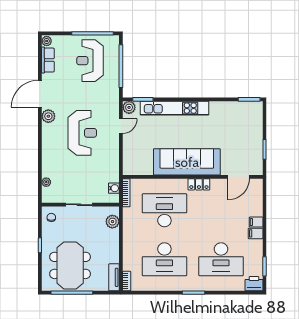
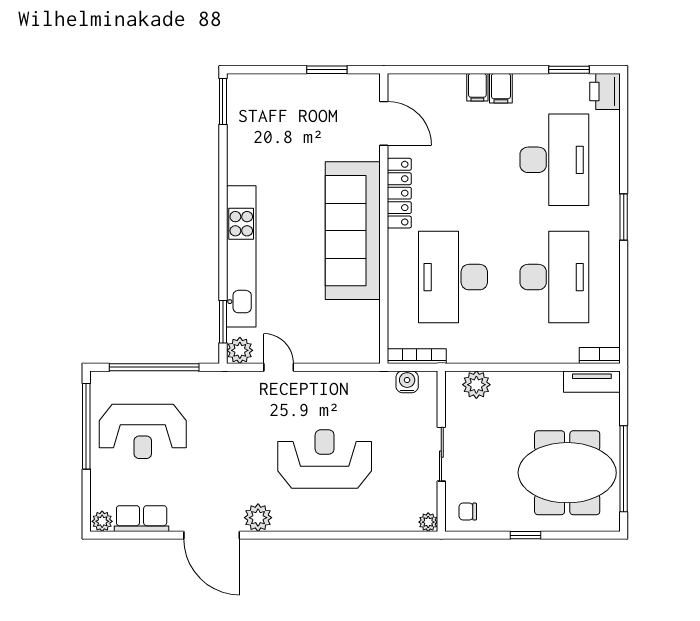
reception desk: (82, 133) -> (325, 459), moved
plant: (46, 182) -> (428, 522), moved
locker: (199, 184) -> (399, 193), width x1.53

